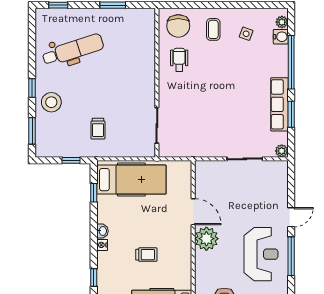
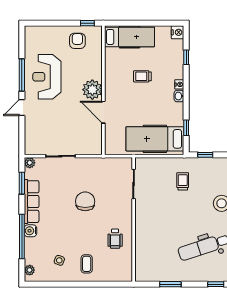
chair: (178, 26) -> (85, 201), moved
water cooler: (281, 37) -> (30, 231), moved
window: (291, 114) -> (22, 183), moved

